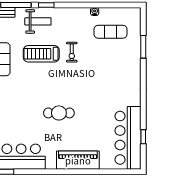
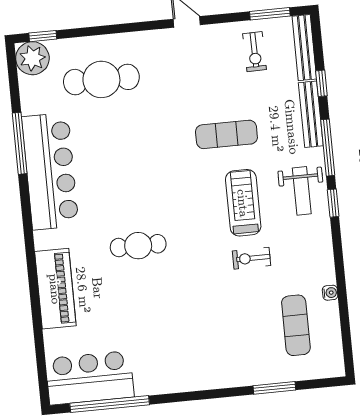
cafe table: (59, 113) -> (138, 246), turned 90
window: (143, 137) -> (110, 404), width x3.17
bar counter: (128, 138) -> (90, 378), width x0.73

